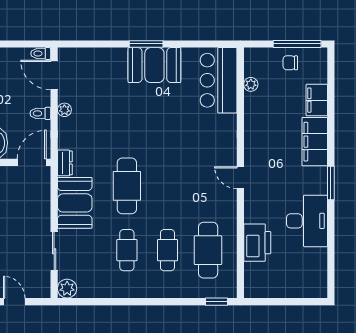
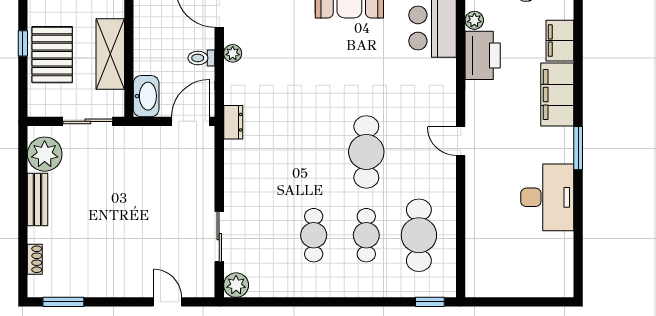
cafe table: (127, 186) -> (366, 152), moved
booth: (75, 203) -> (246, 174), removed
printer: (257, 243) -> (483, 55), moved

